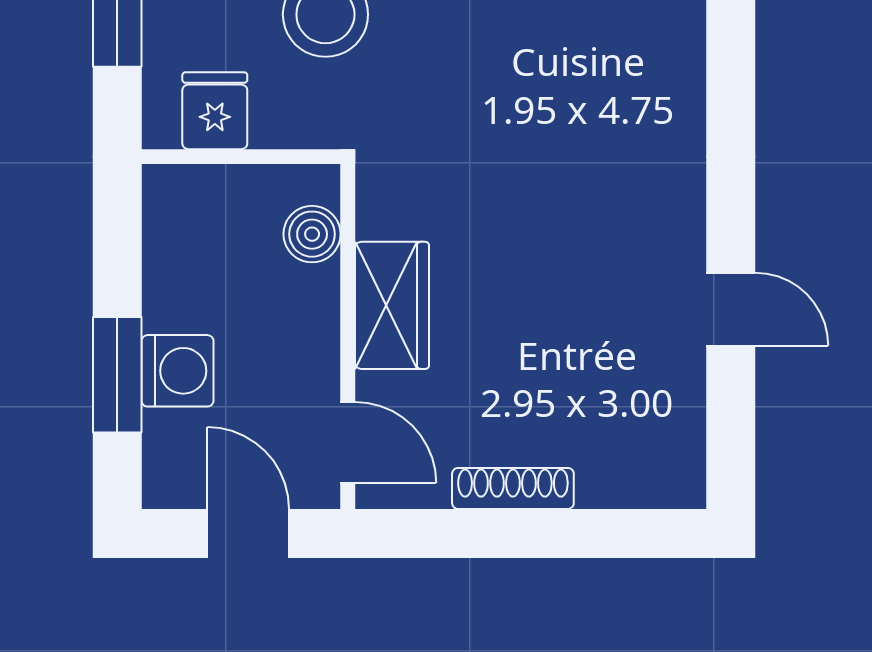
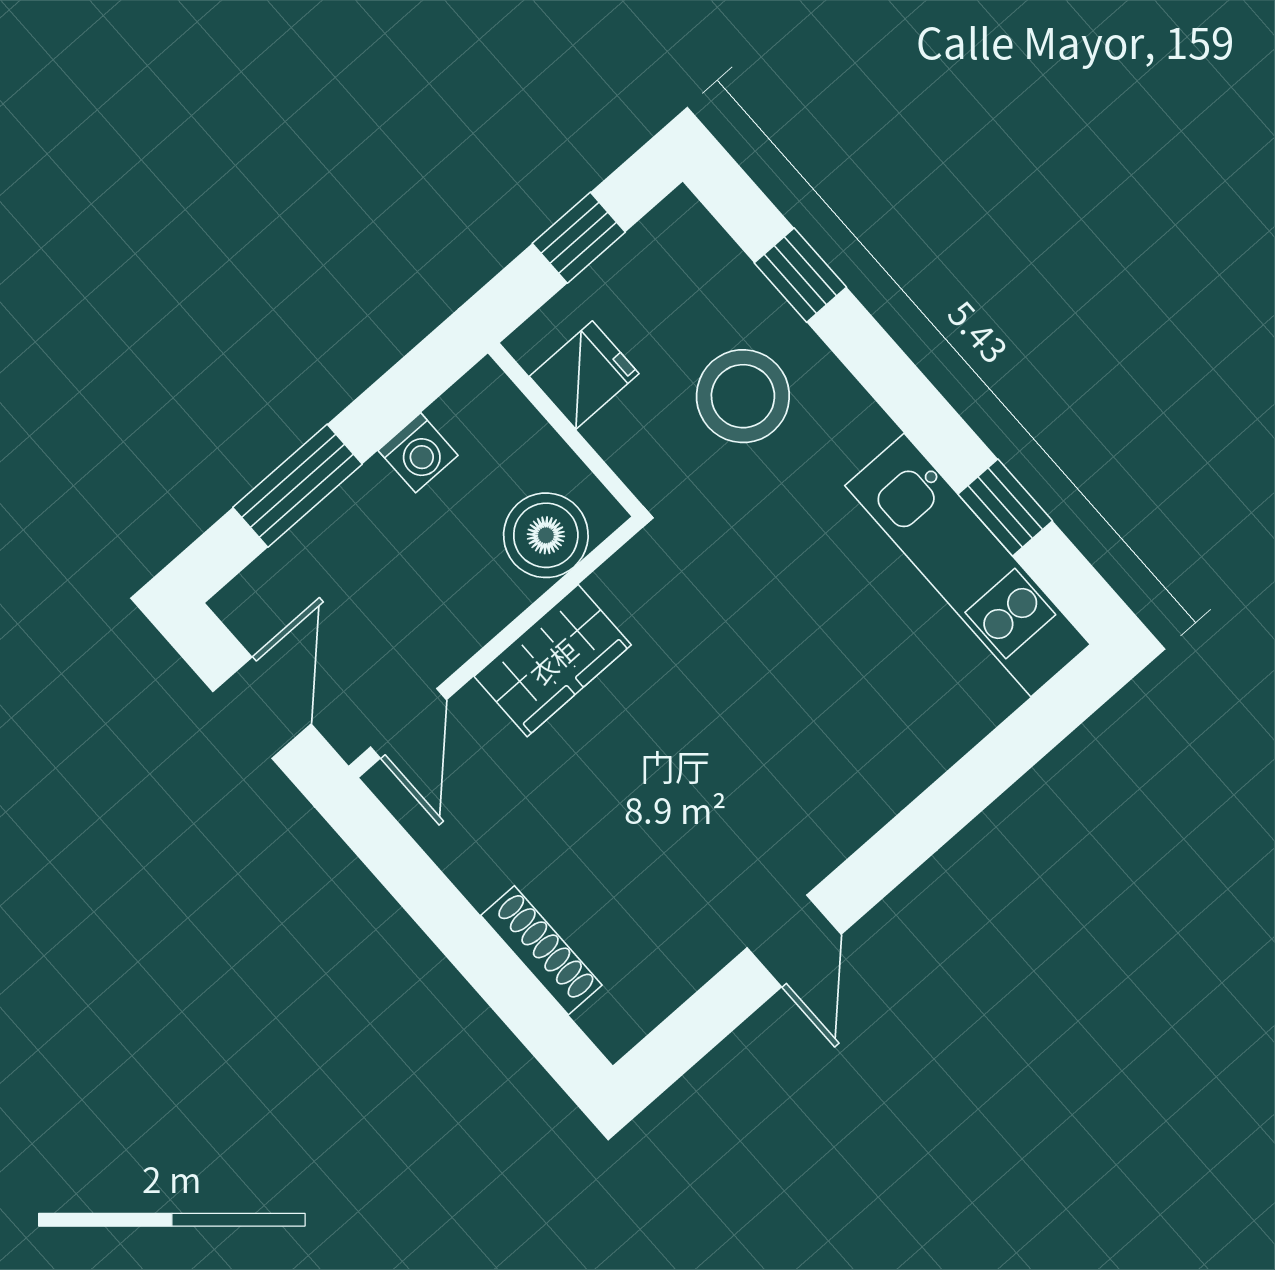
boiler: (312, 234) -> (546, 535), width x1.36, depth x1.36
washing machine: (177, 371) -> (418, 453), moved, width x0.73, depth x0.73
shoe rack: (513, 488) -> (541, 950), moved

